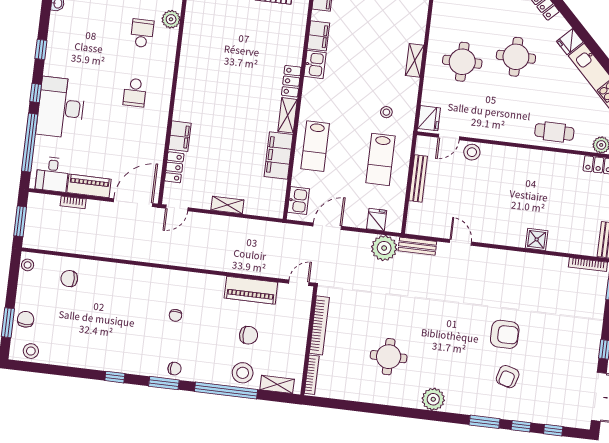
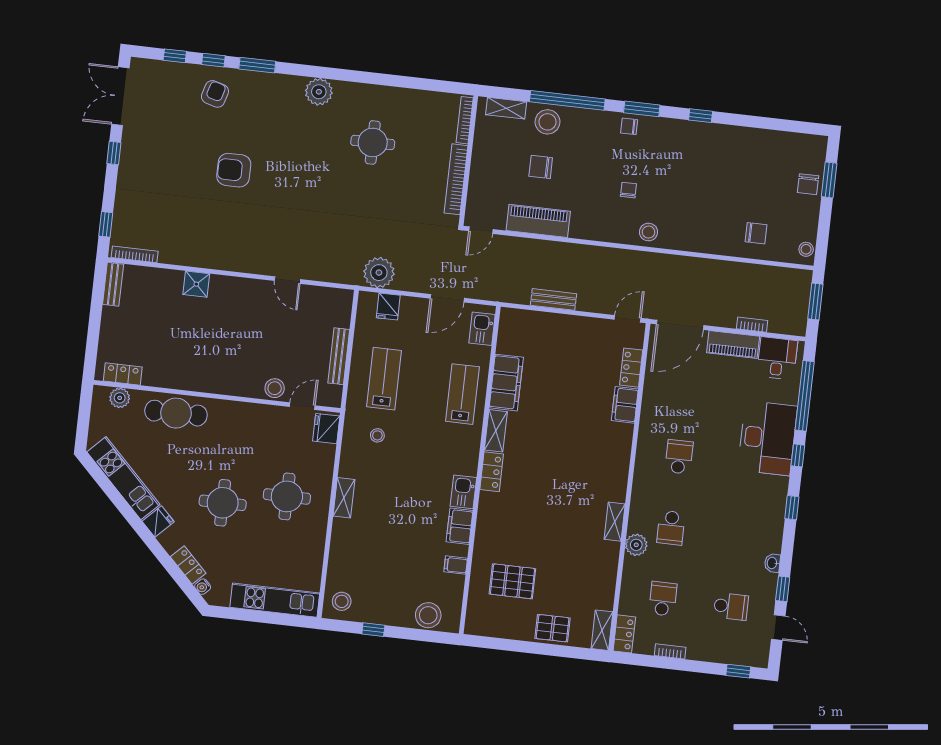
cafe table: (554, 132) -> (176, 413), width x1.37, depth x1.35
shelving: (227, 205) -> (615, 522), moved, turned 90
bench: (417, 246) -> (554, 299), moved
stool: (31, 351) -> (649, 232), moved
armchair: (508, 377) -> (215, 94), moved

